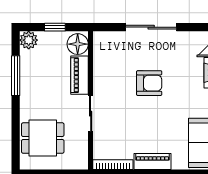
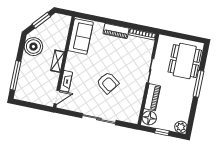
window: (16, 76) -> (199, 84), moved
armchair: (149, 83) -> (108, 83), turned -144
dining table: (43, 138) -> (185, 61), width x1.38

